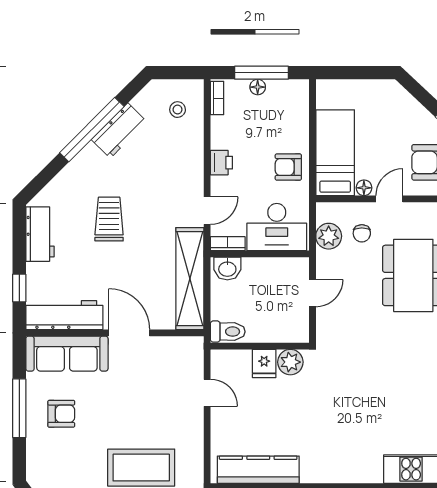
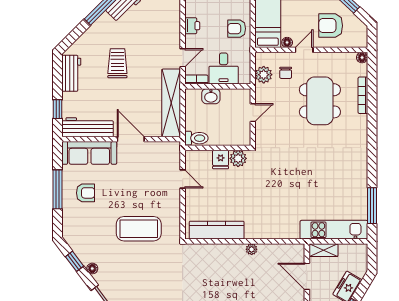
desk: (277, 227) -> (224, 69), width x0.73
washbasin: (227, 269) -> (211, 96), moved

